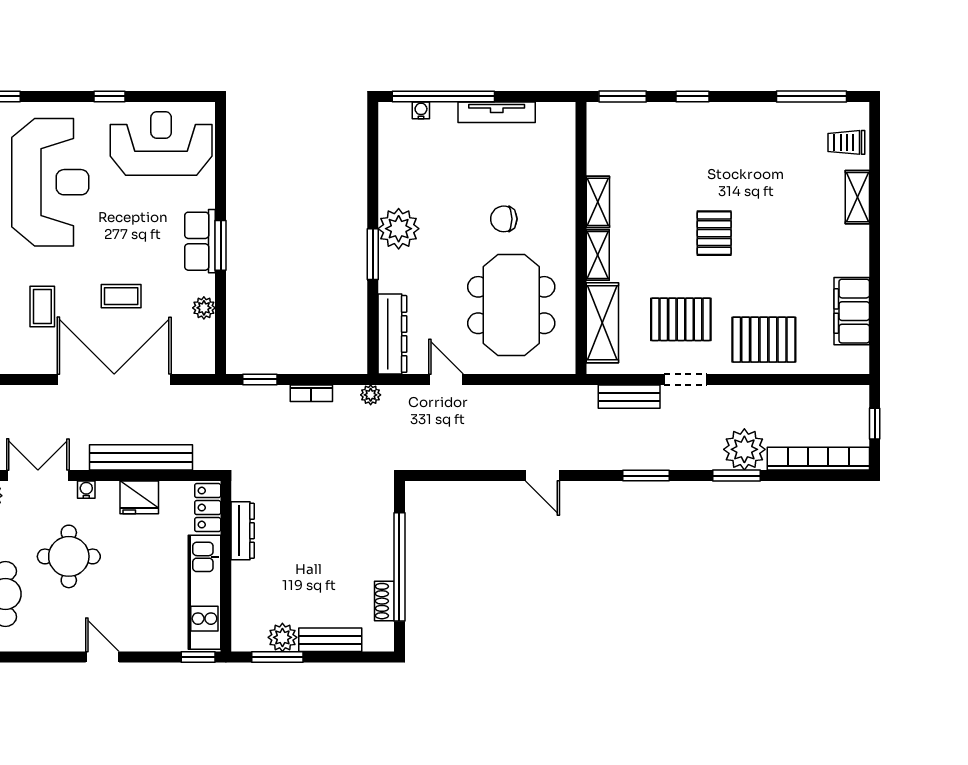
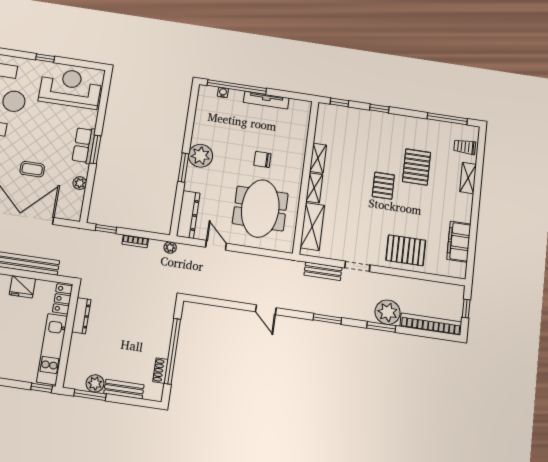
window: (623, 96) -> (339, 102), width x0.67
pallet: (681, 319) -> (417, 167), moved, turned 90

